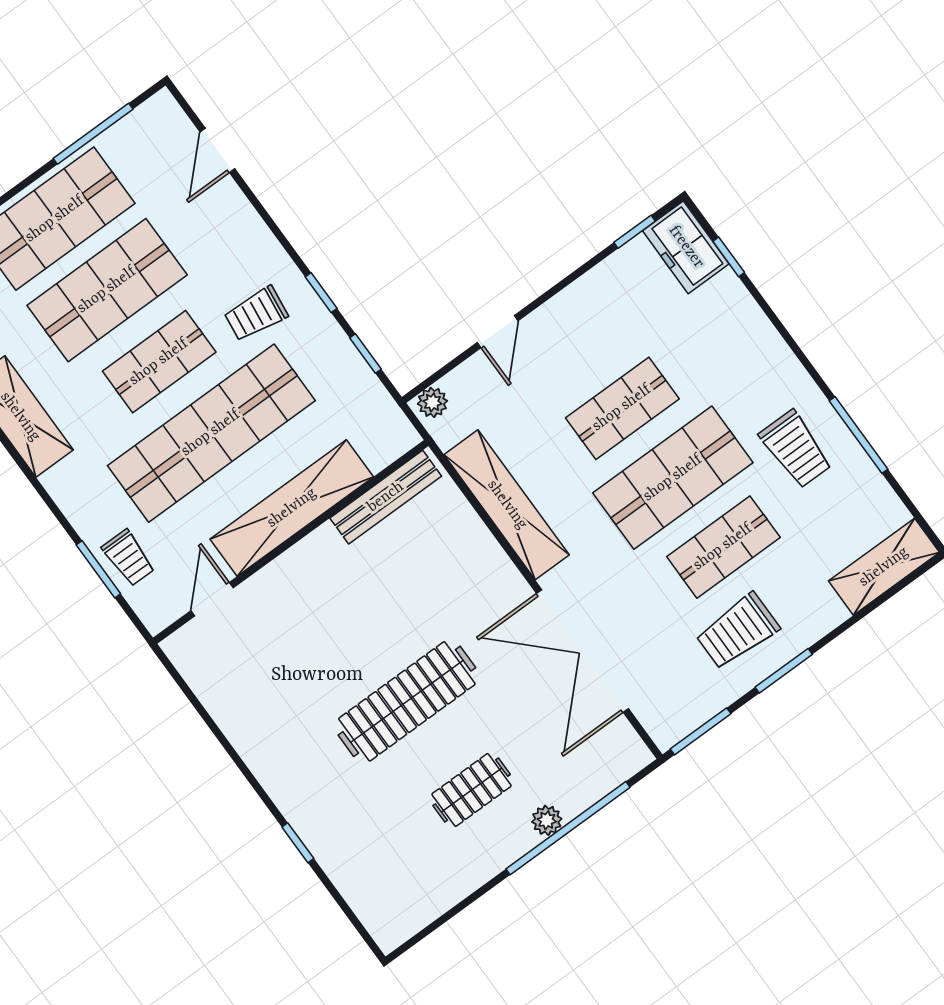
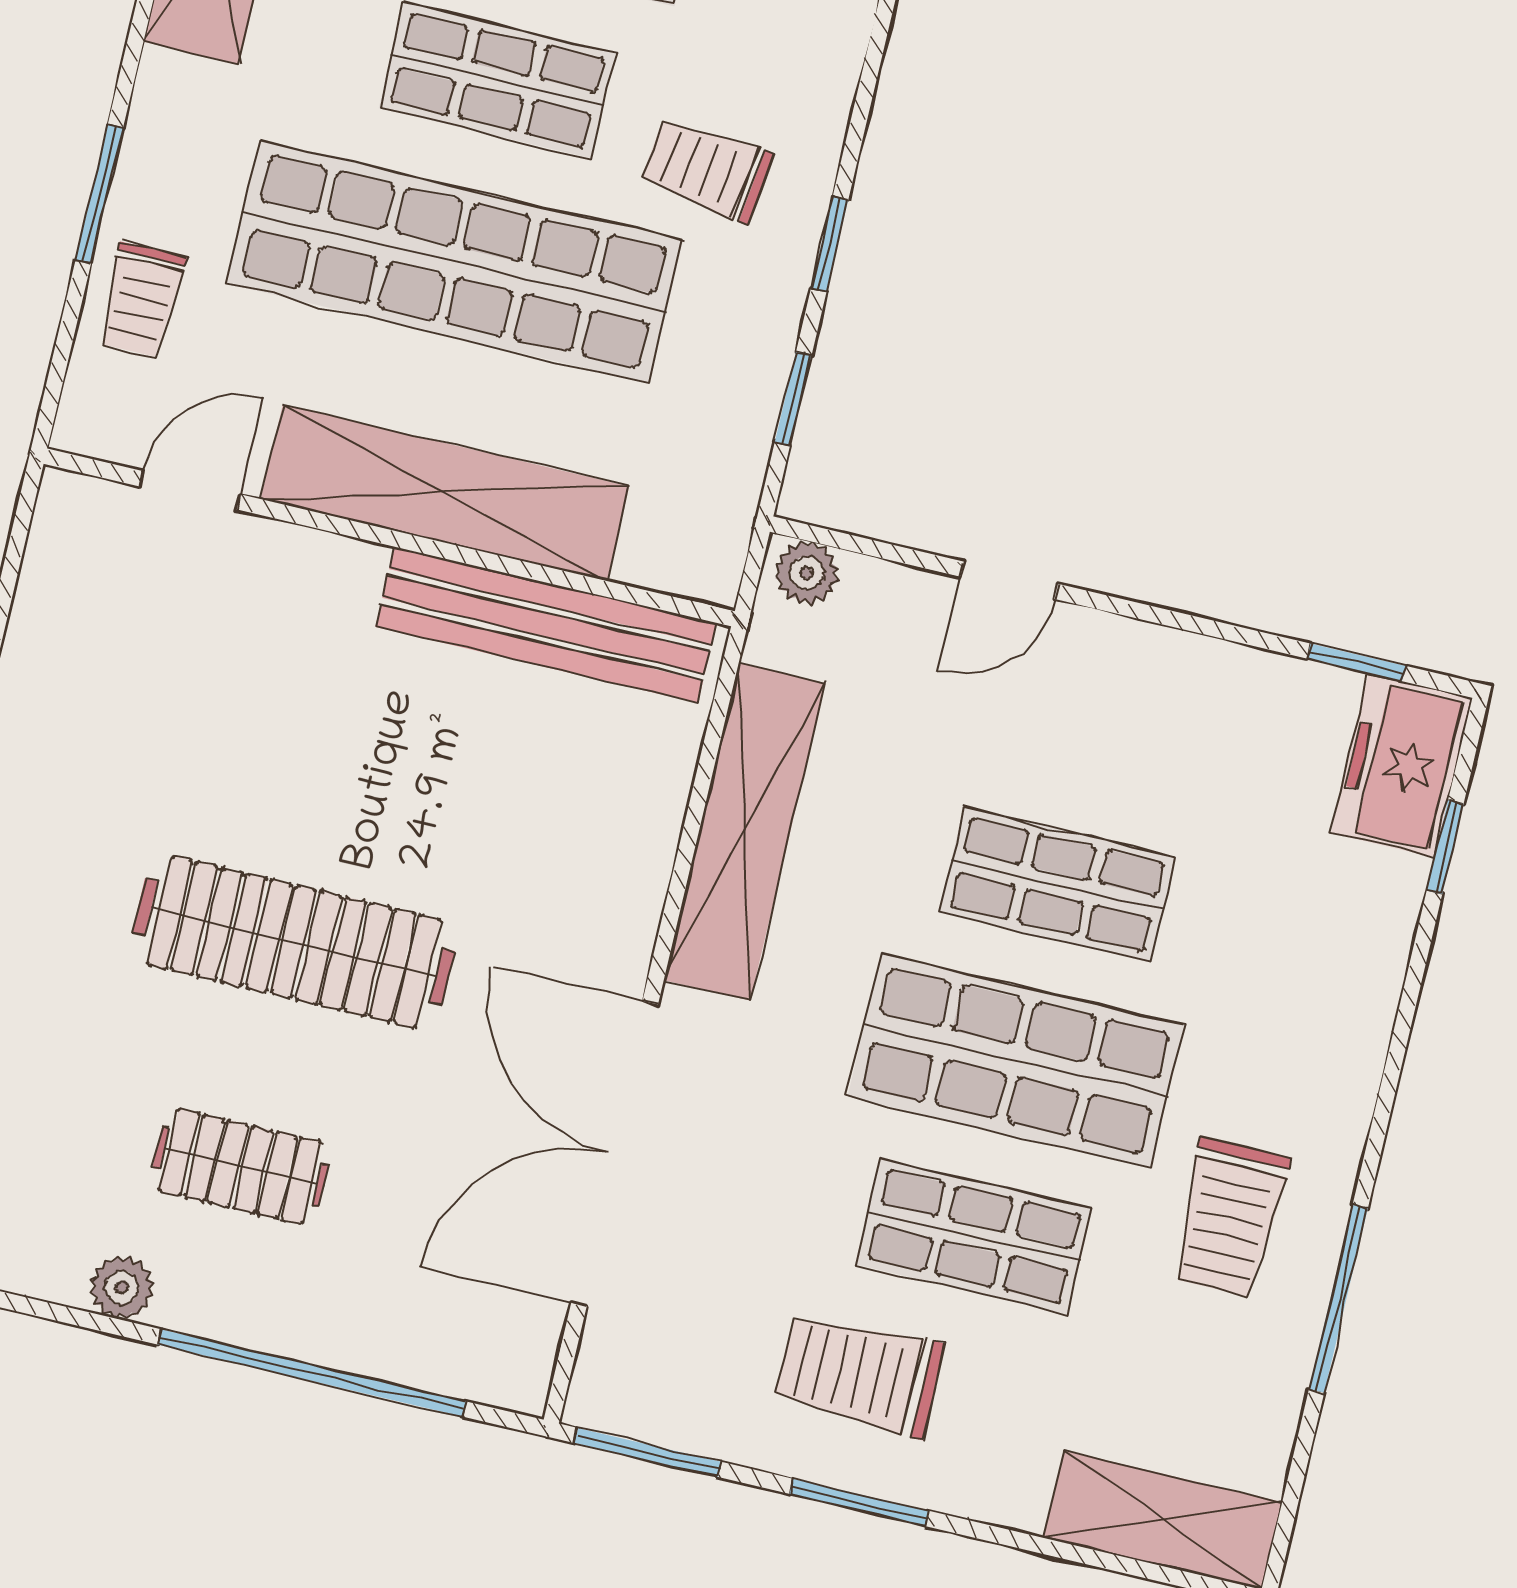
bench: (386, 497) -> (546, 625), width x1.37, depth x1.21
window: (98, 569) -> (99, 194), moved
plant: (547, 820) -> (122, 1287), moved

